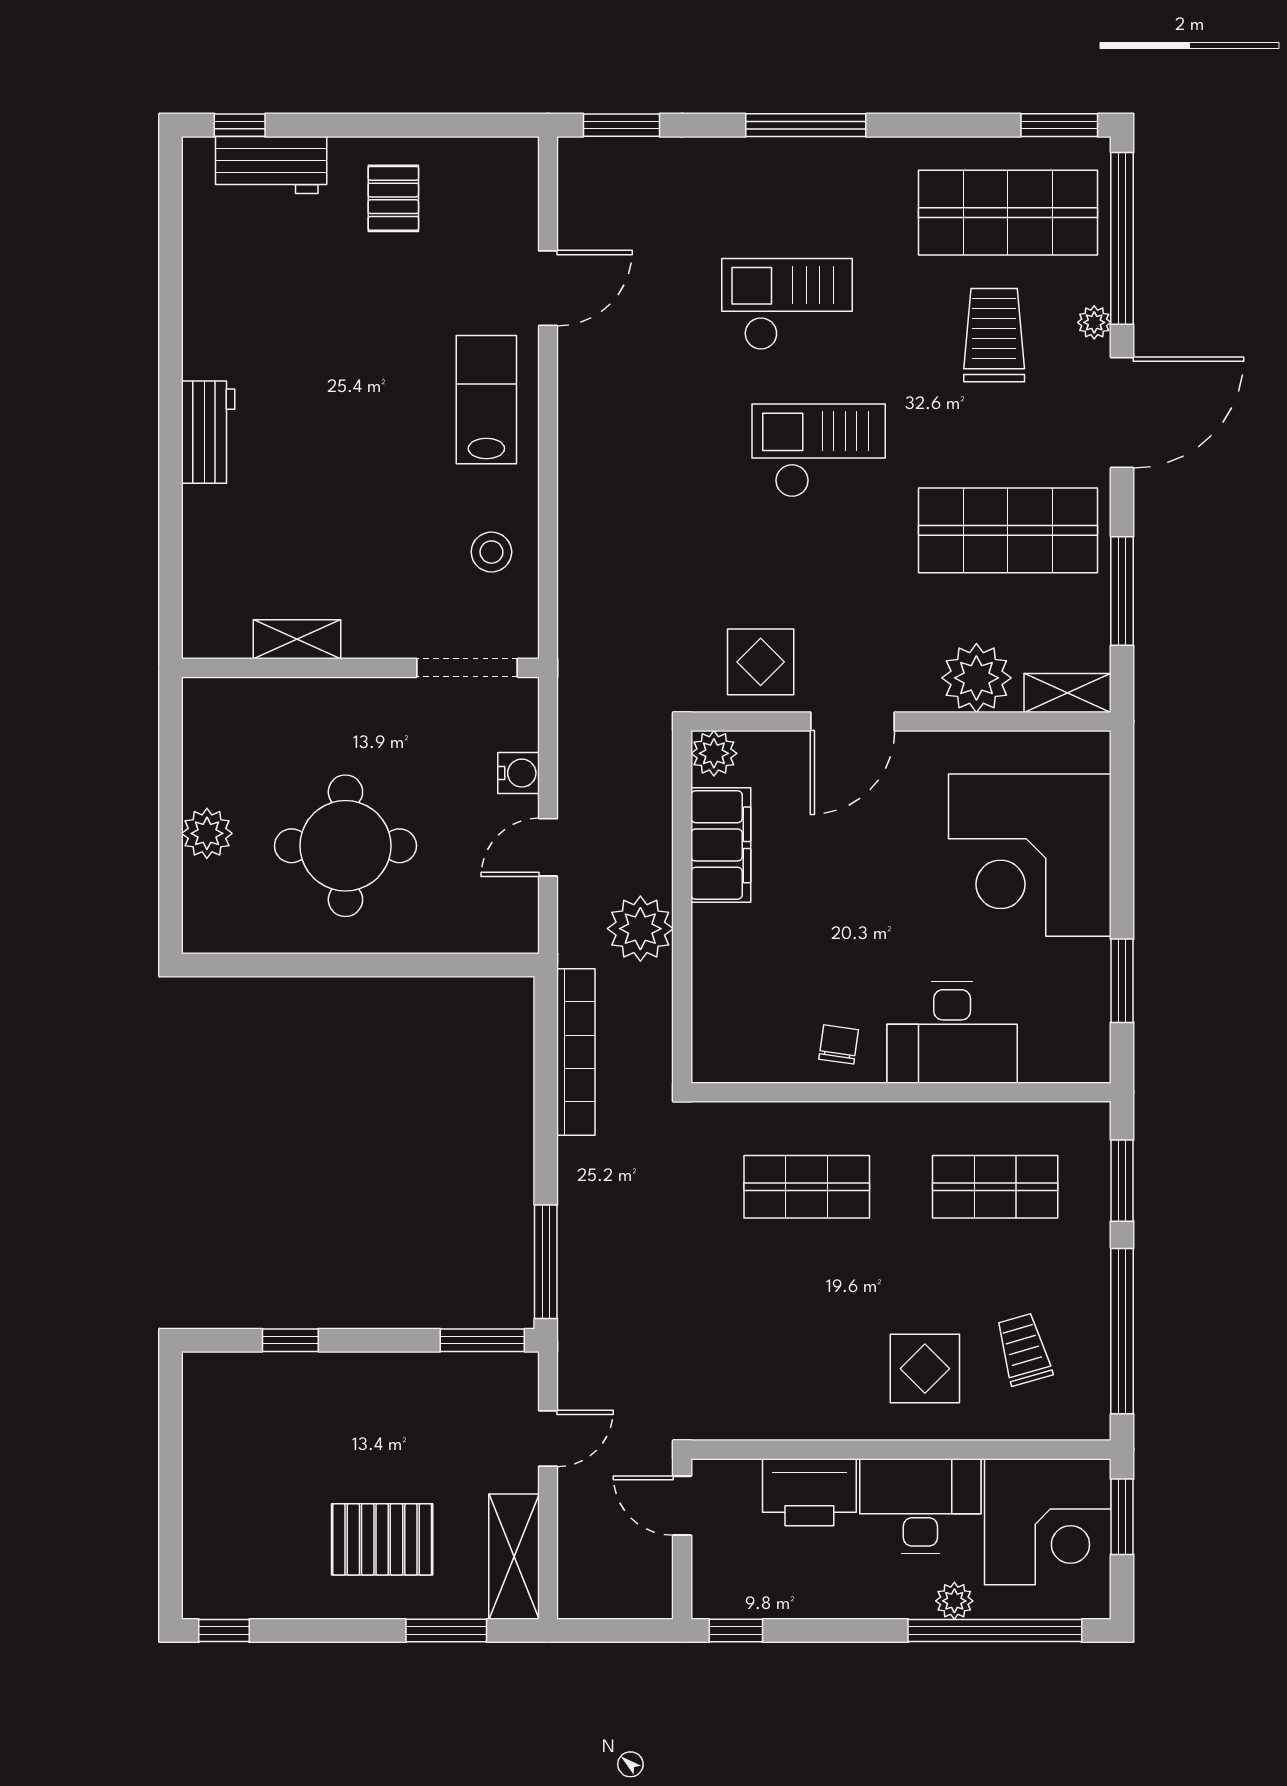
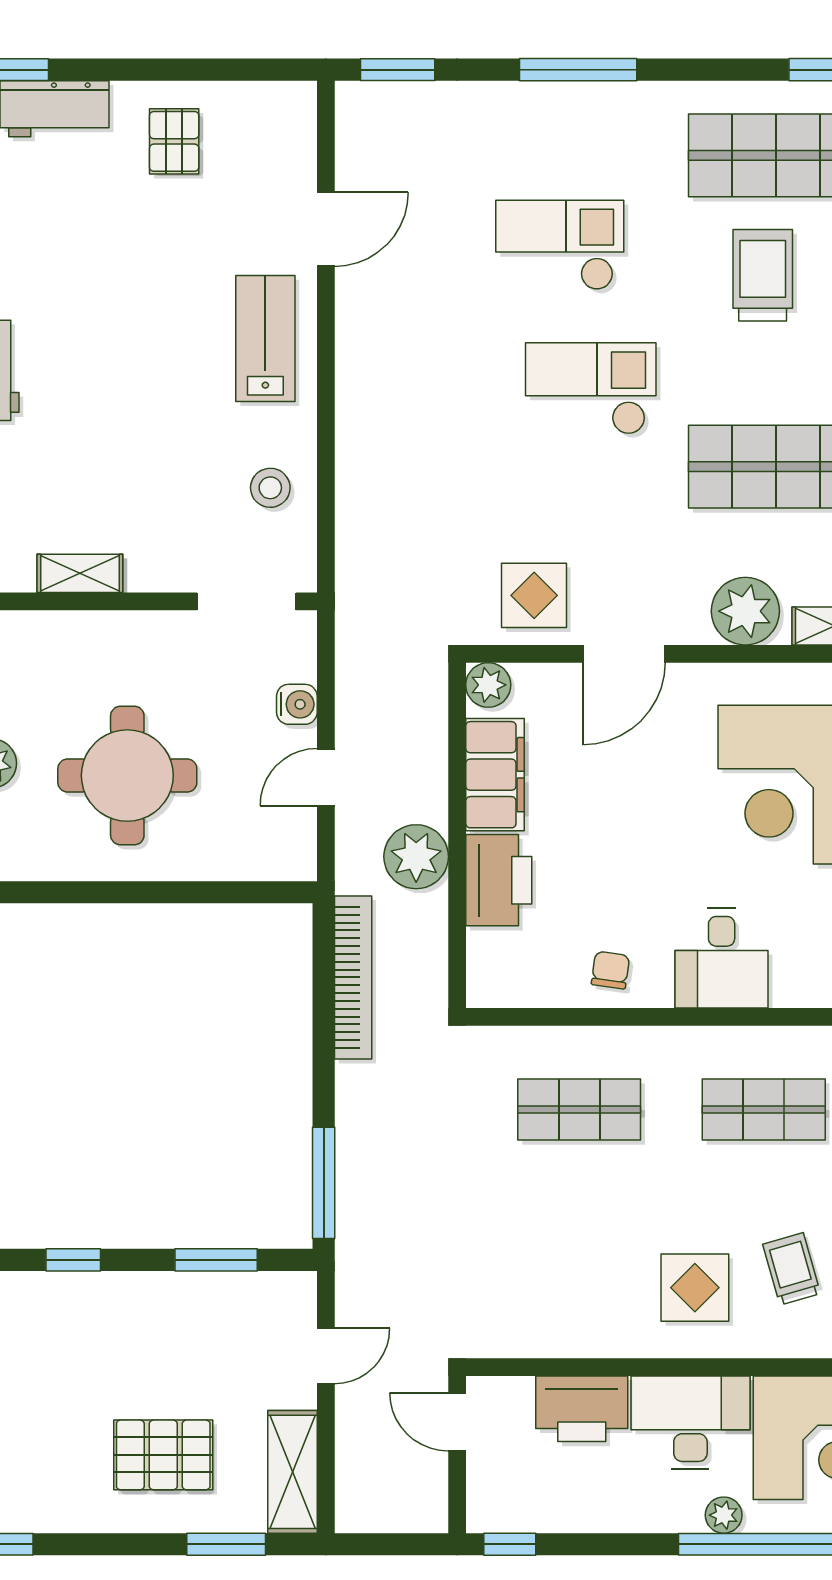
printer: (725, 953) -> (499, 880), added
desk: (952, 1032) -> (722, 958), width x0.73
window: (482, 1340) -> (216, 1260), moved

